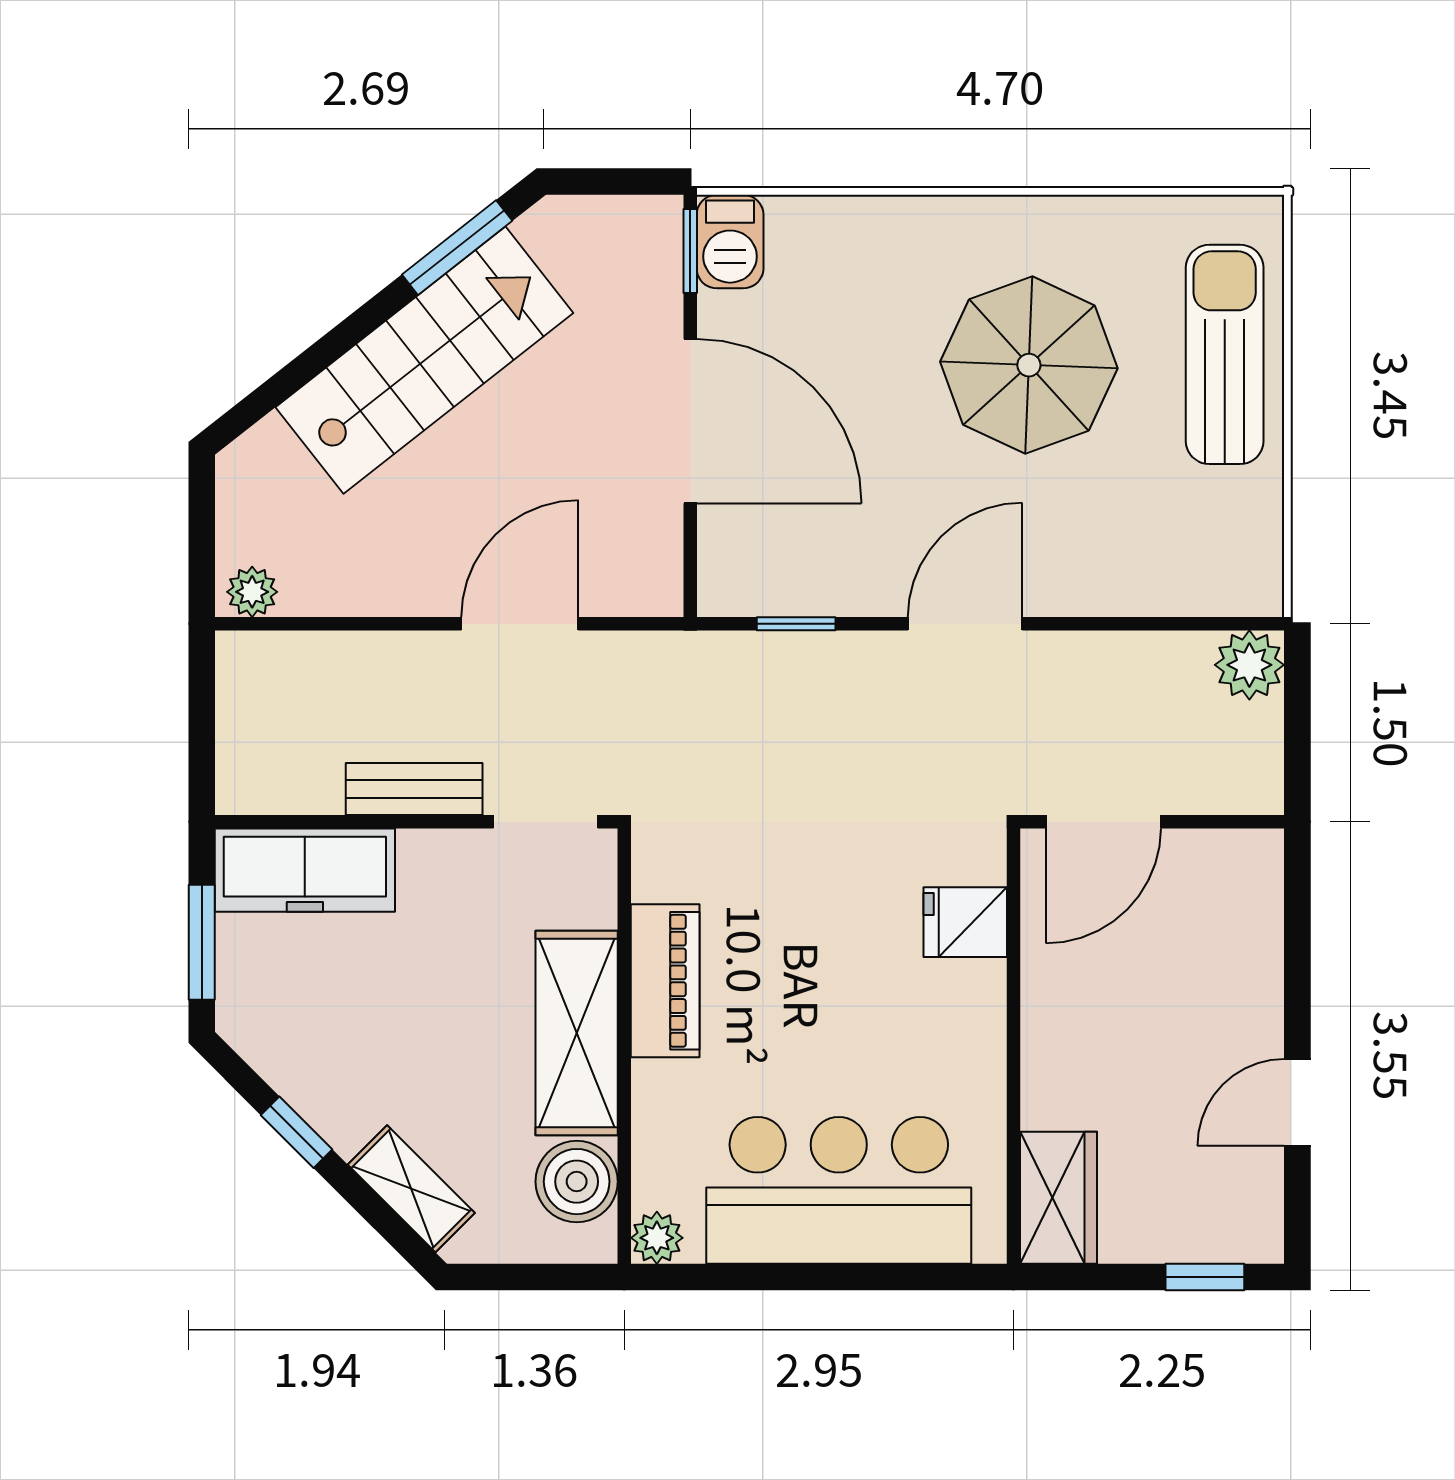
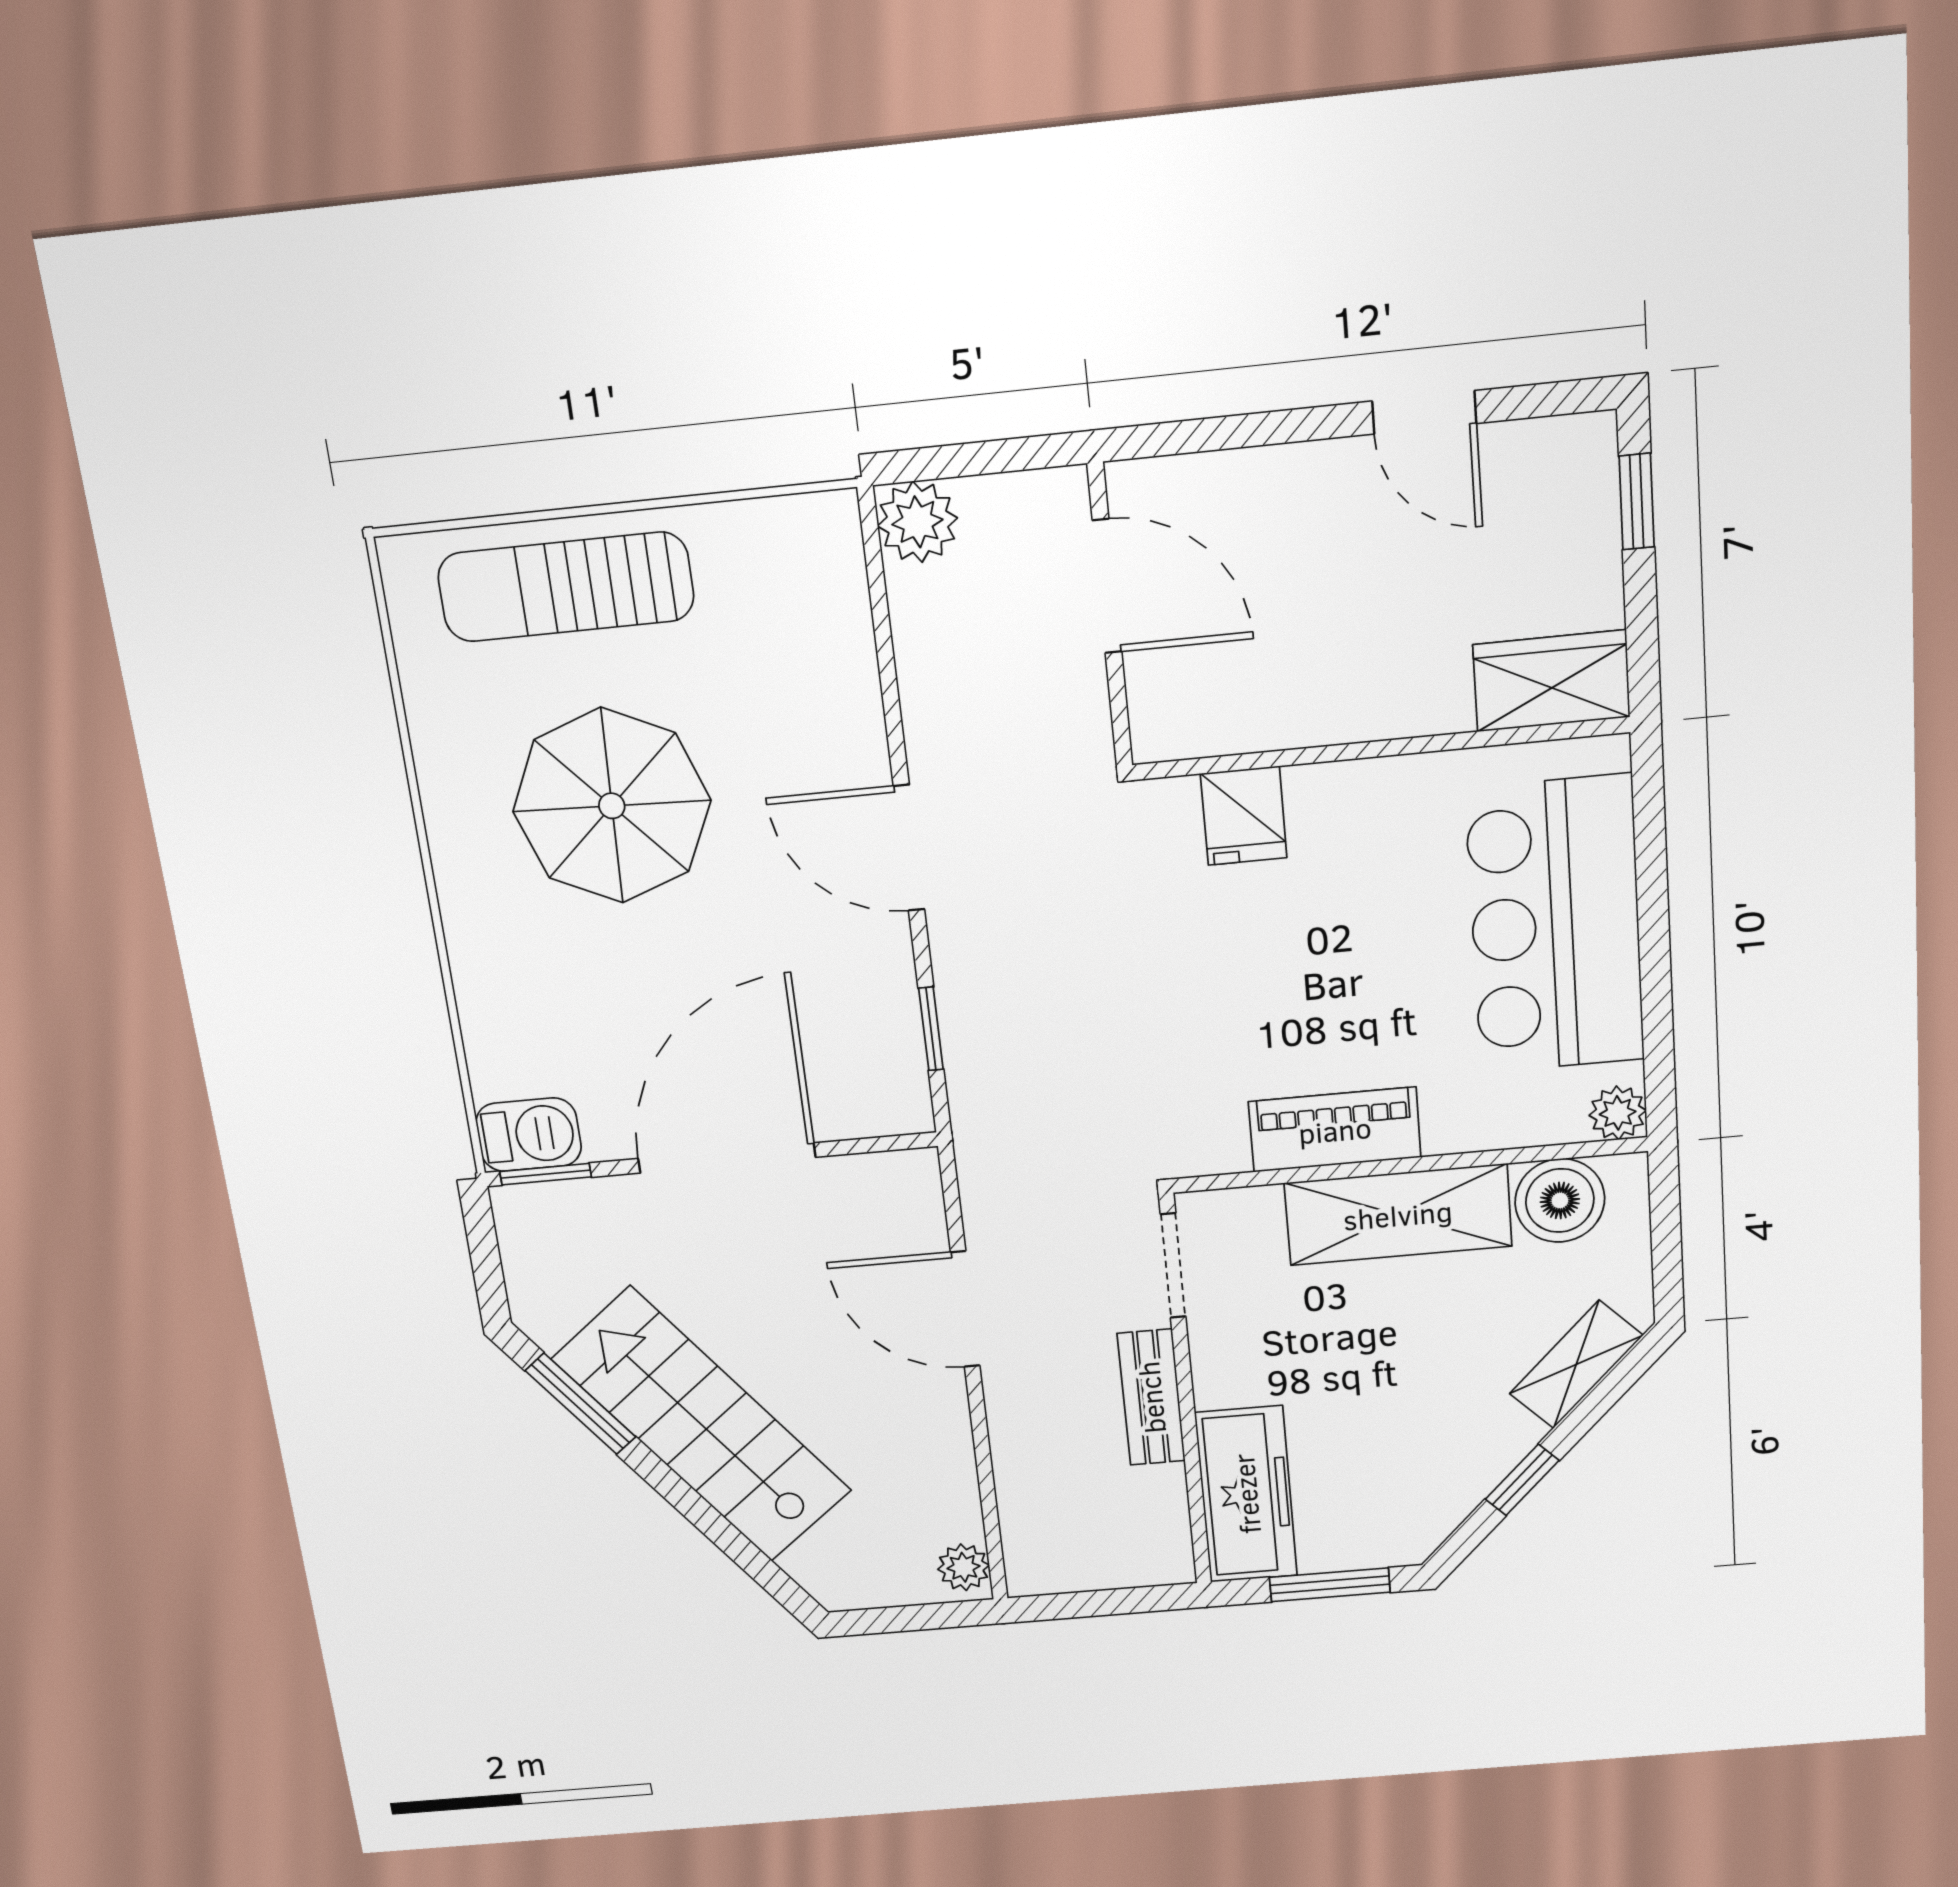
door: (1103, 822) -> (1107, 586), moved

